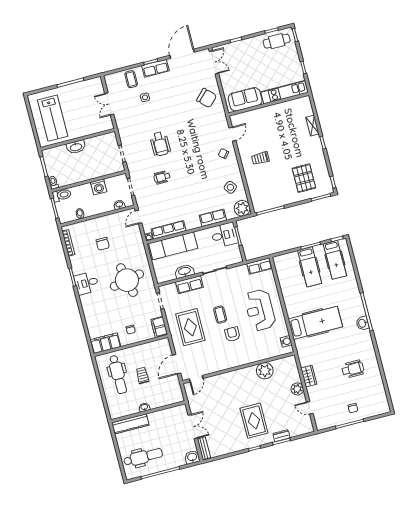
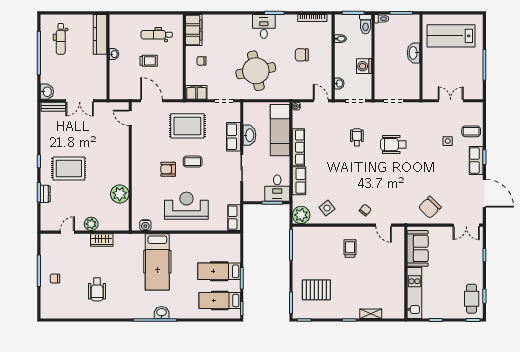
row of seats: (169, 230) -> (298, 147), moved
washbasin: (362, 323) -> (162, 313), moved
armchair: (232, 334) -> (168, 169), turned 180
dental chair: (118, 374) -> (157, 35), width x0.73, depth x0.72
dental chair: (143, 457) -> (61, 39), width x0.73, depth x0.72

